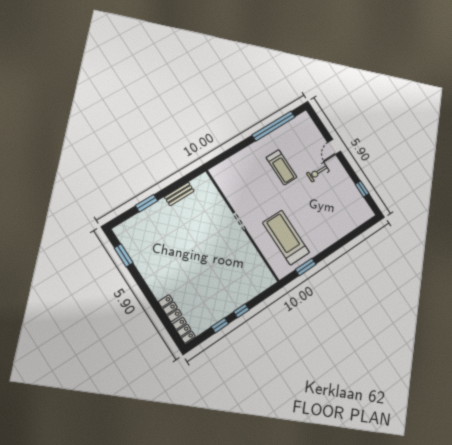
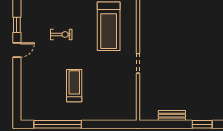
door: (334, 147) -> (17, 50), moved
exercise bike: (318, 172) -> (61, 34), moved

